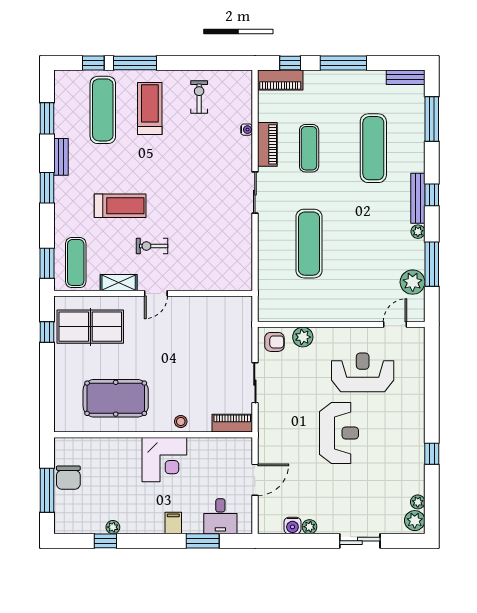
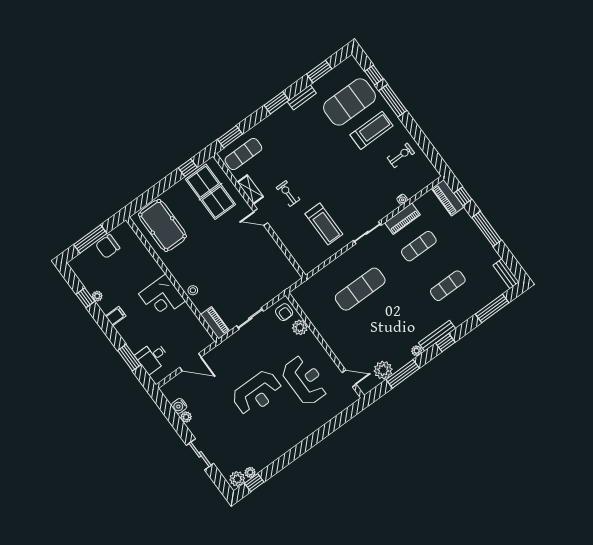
exercise mat: (103, 110) -> (349, 102), width x1.47
exercise mat: (373, 148) -> (448, 286), width x0.73, depth x0.69
treadmill: (120, 206) -> (324, 224), moved
pool table: (116, 398) -> (162, 225), moved
window: (432, 454) -> (254, 483), moved
filing cabinet: (173, 523) -> (116, 316), moved

